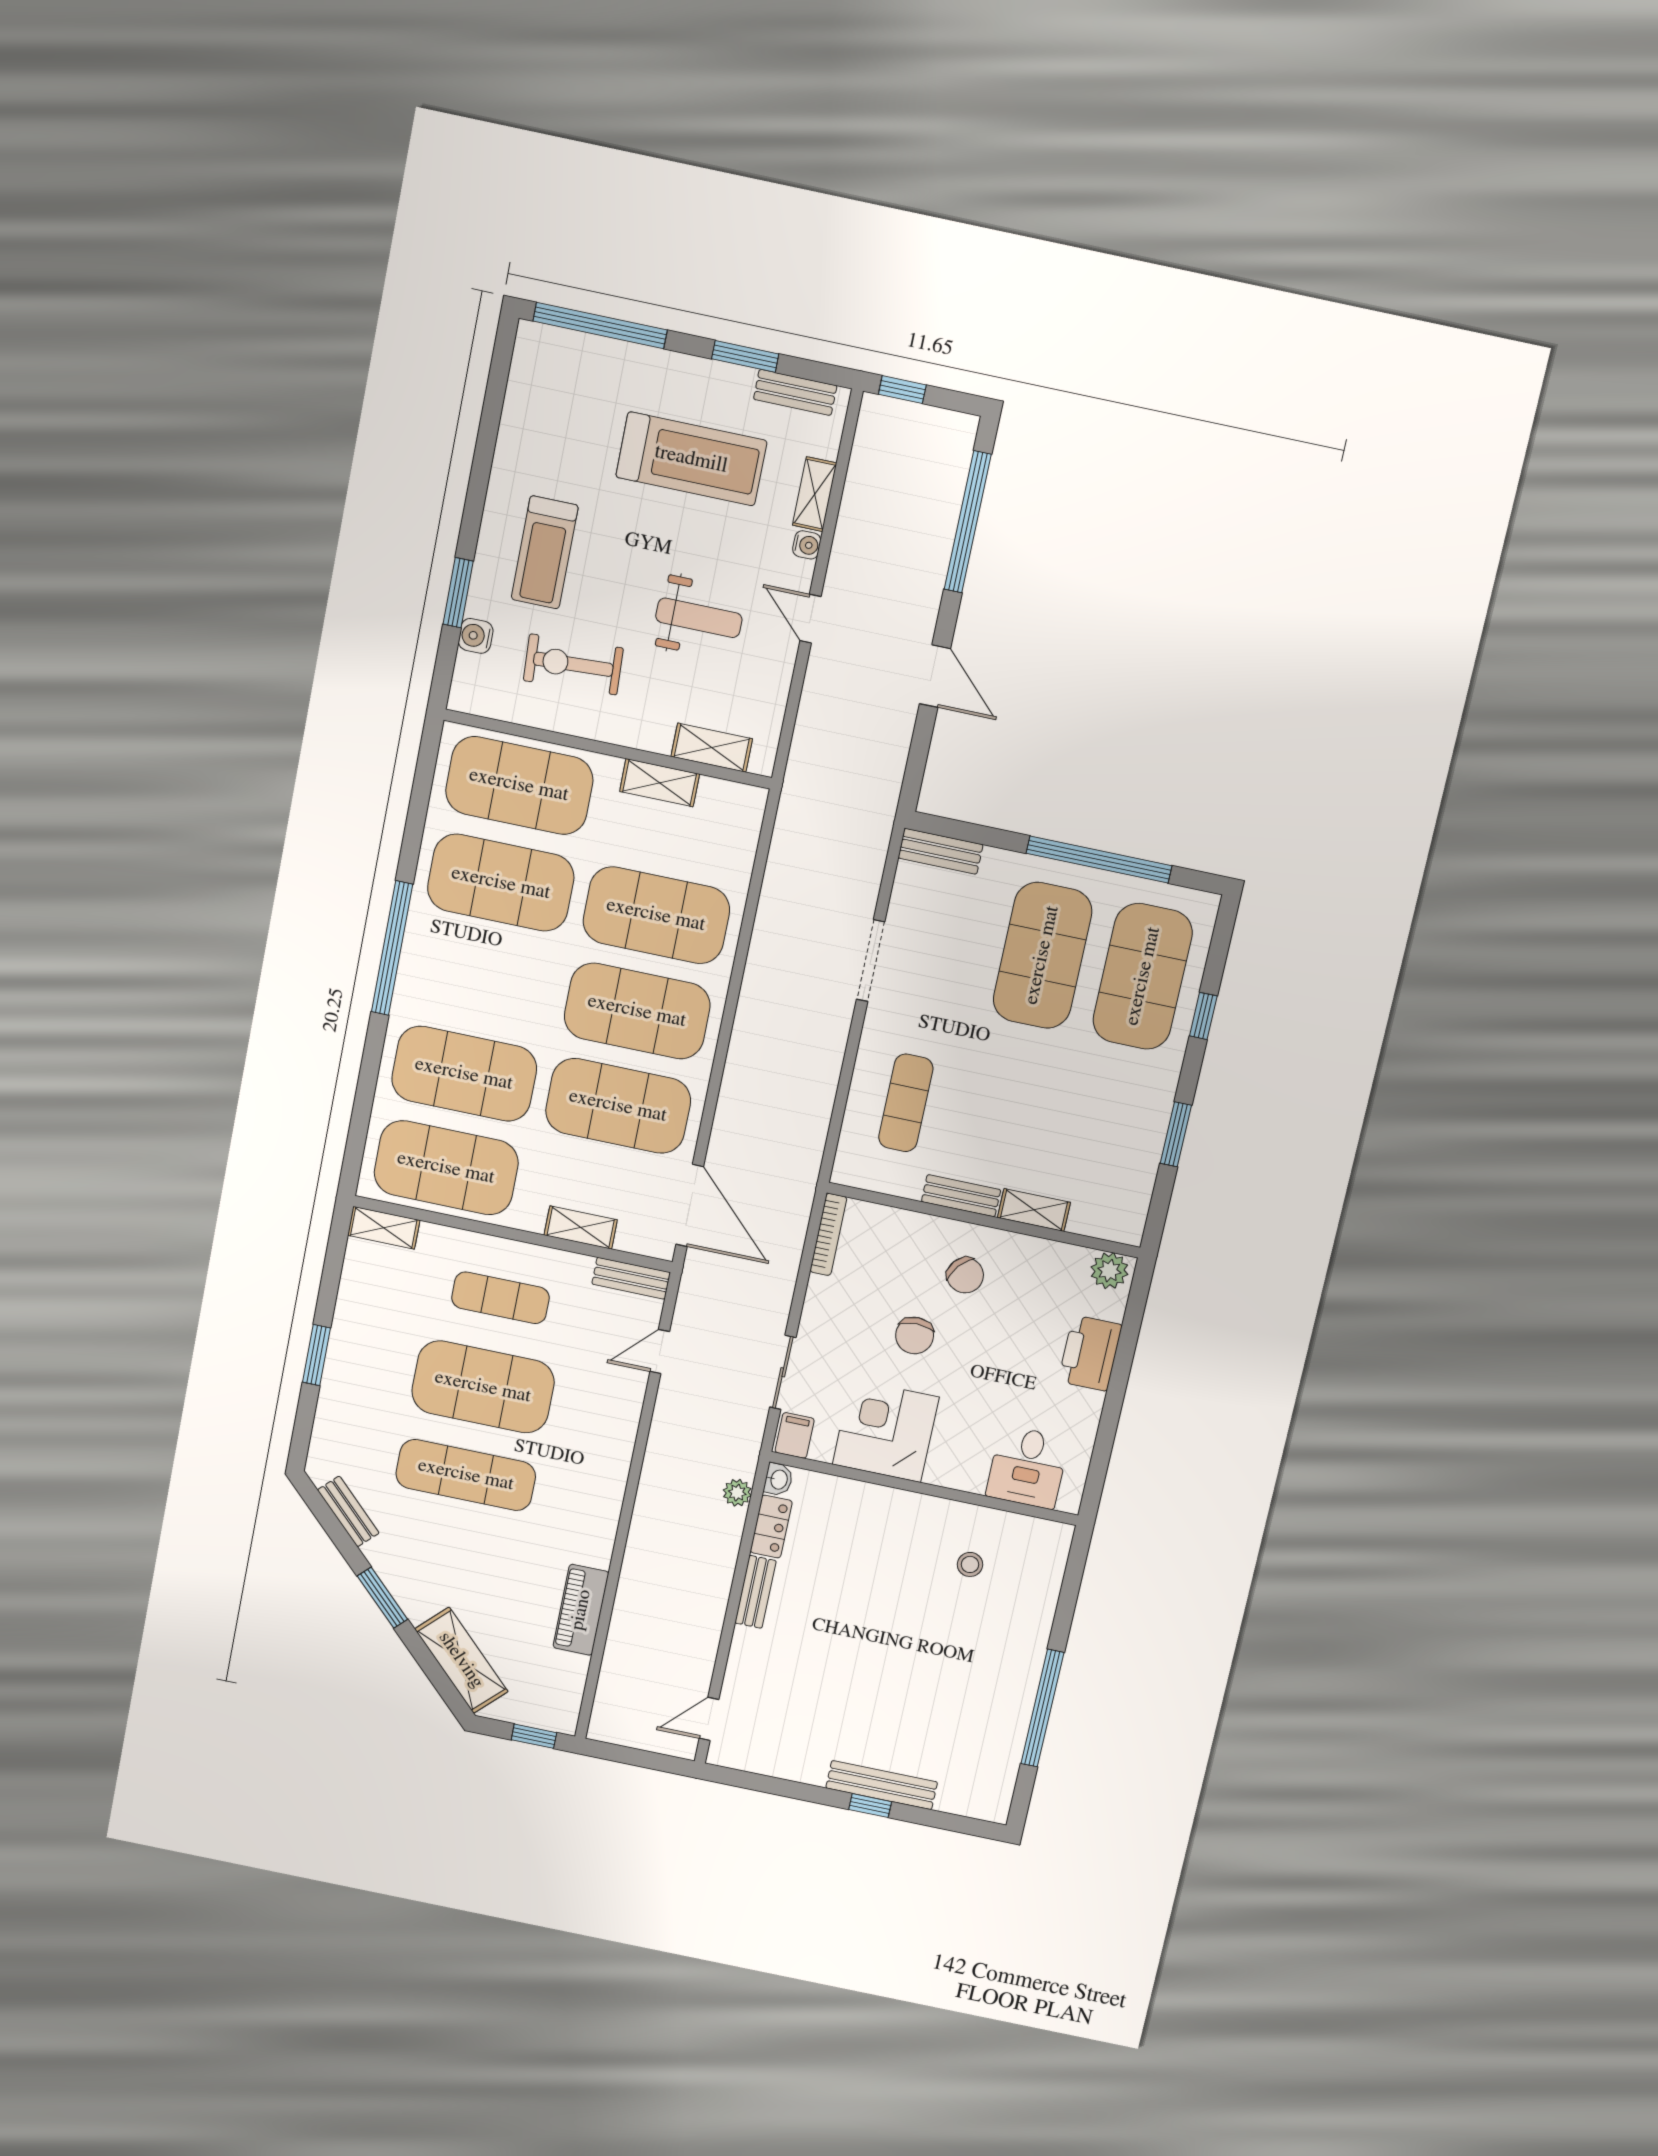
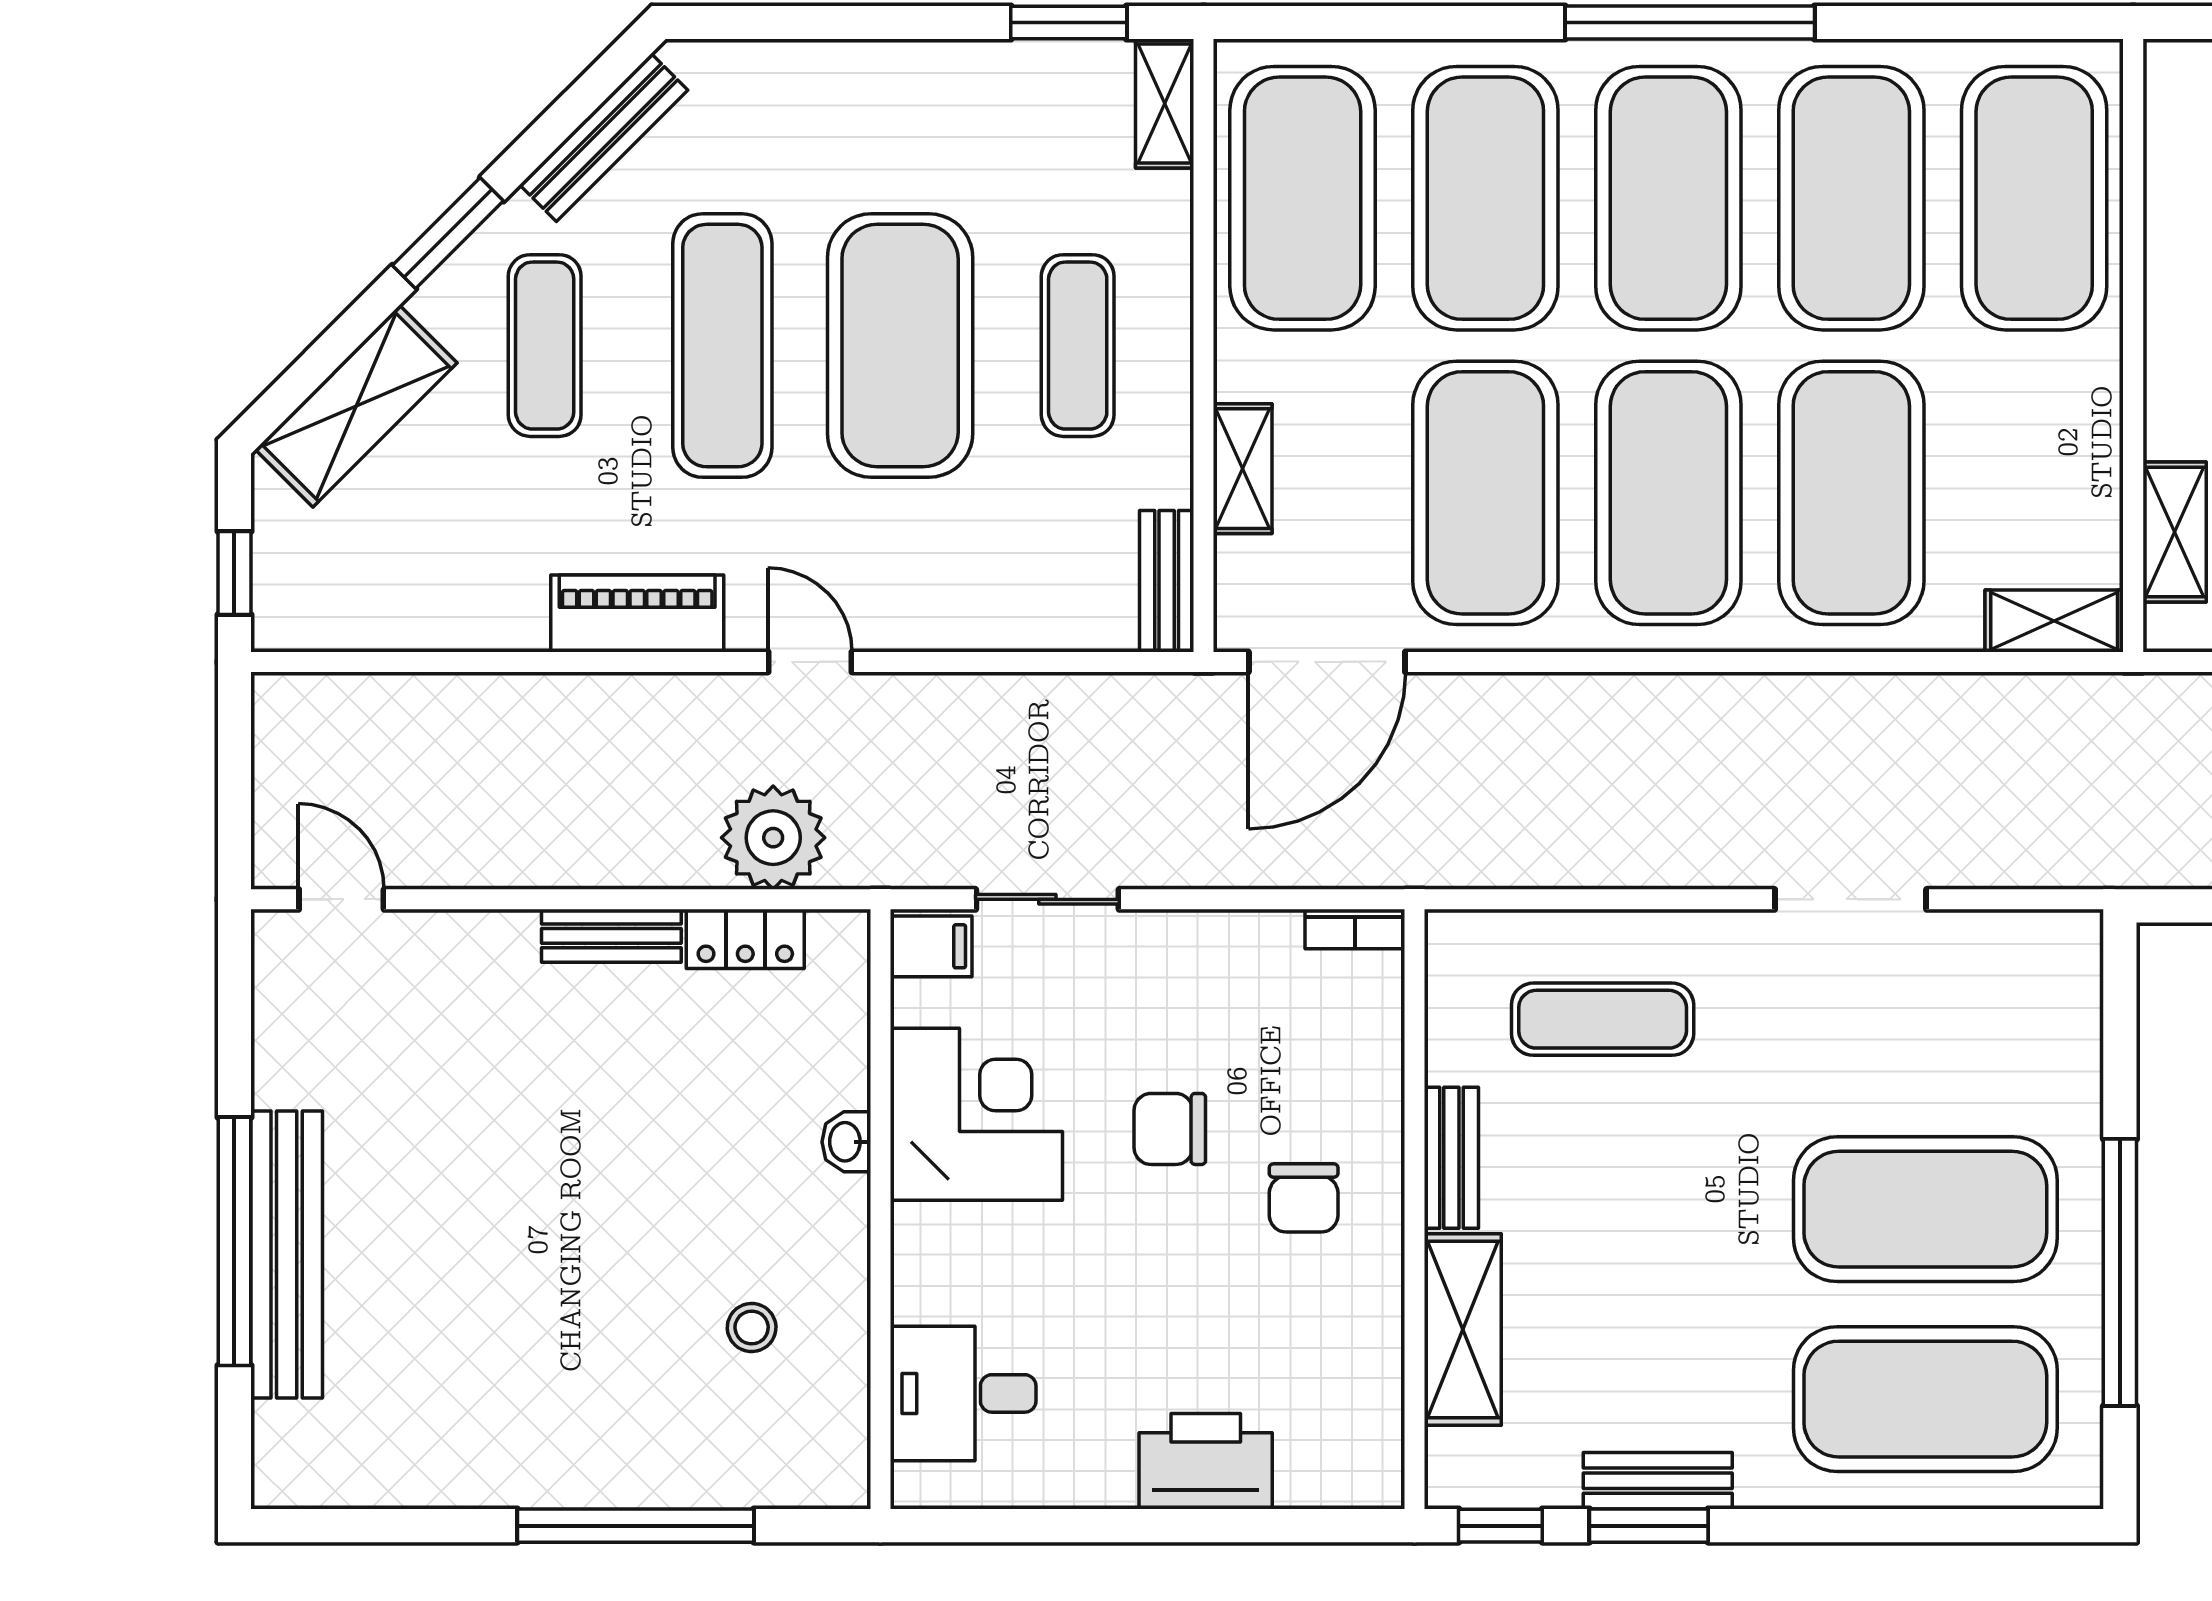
shelving: (660, 783) -> (2054, 621), moved, turned 90
bench: (941, 851) -> (1658, 1481), moved, turned 90
exercise mat: (482, 979) -> (1668, 198), added
window: (1203, 1016) -> (1500, 1526), moved
shelving: (1034, 1210) -> (1463, 1329), width x1.50, depth x1.33
bookcase: (828, 1234) -> (1355, 929), width x0.64
plant: (1109, 1271) -> (1369, 1462), removed
chair: (965, 1275) -> (1304, 1198), turned -39
door: (660, 1352) -> (810, 662), moved
window: (316, 1355) -> (1069, 22), moved
washbasin: (778, 1479) -> (846, 1142), moved, turned 90
plant: (737, 1493) -> (773, 838), width x1.88, depth x1.88
bench: (348, 1511) -> (604, 138), width x1.36
exercise mat: (449, 1562) -> (545, 346), added
piano: (581, 1610) -> (637, 613), moved
window: (1042, 1708) -> (636, 1526), moved
bench: (882, 1785) -> (287, 1255), width x1.37, depth x1.21
window: (870, 1806) -> (234, 1241), width x3.17

